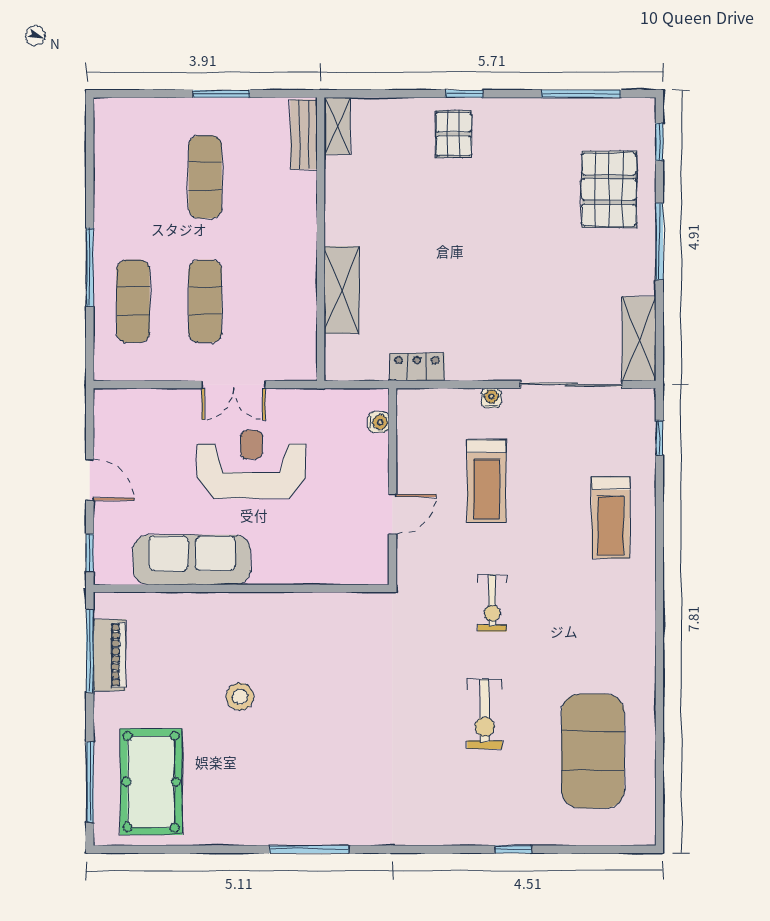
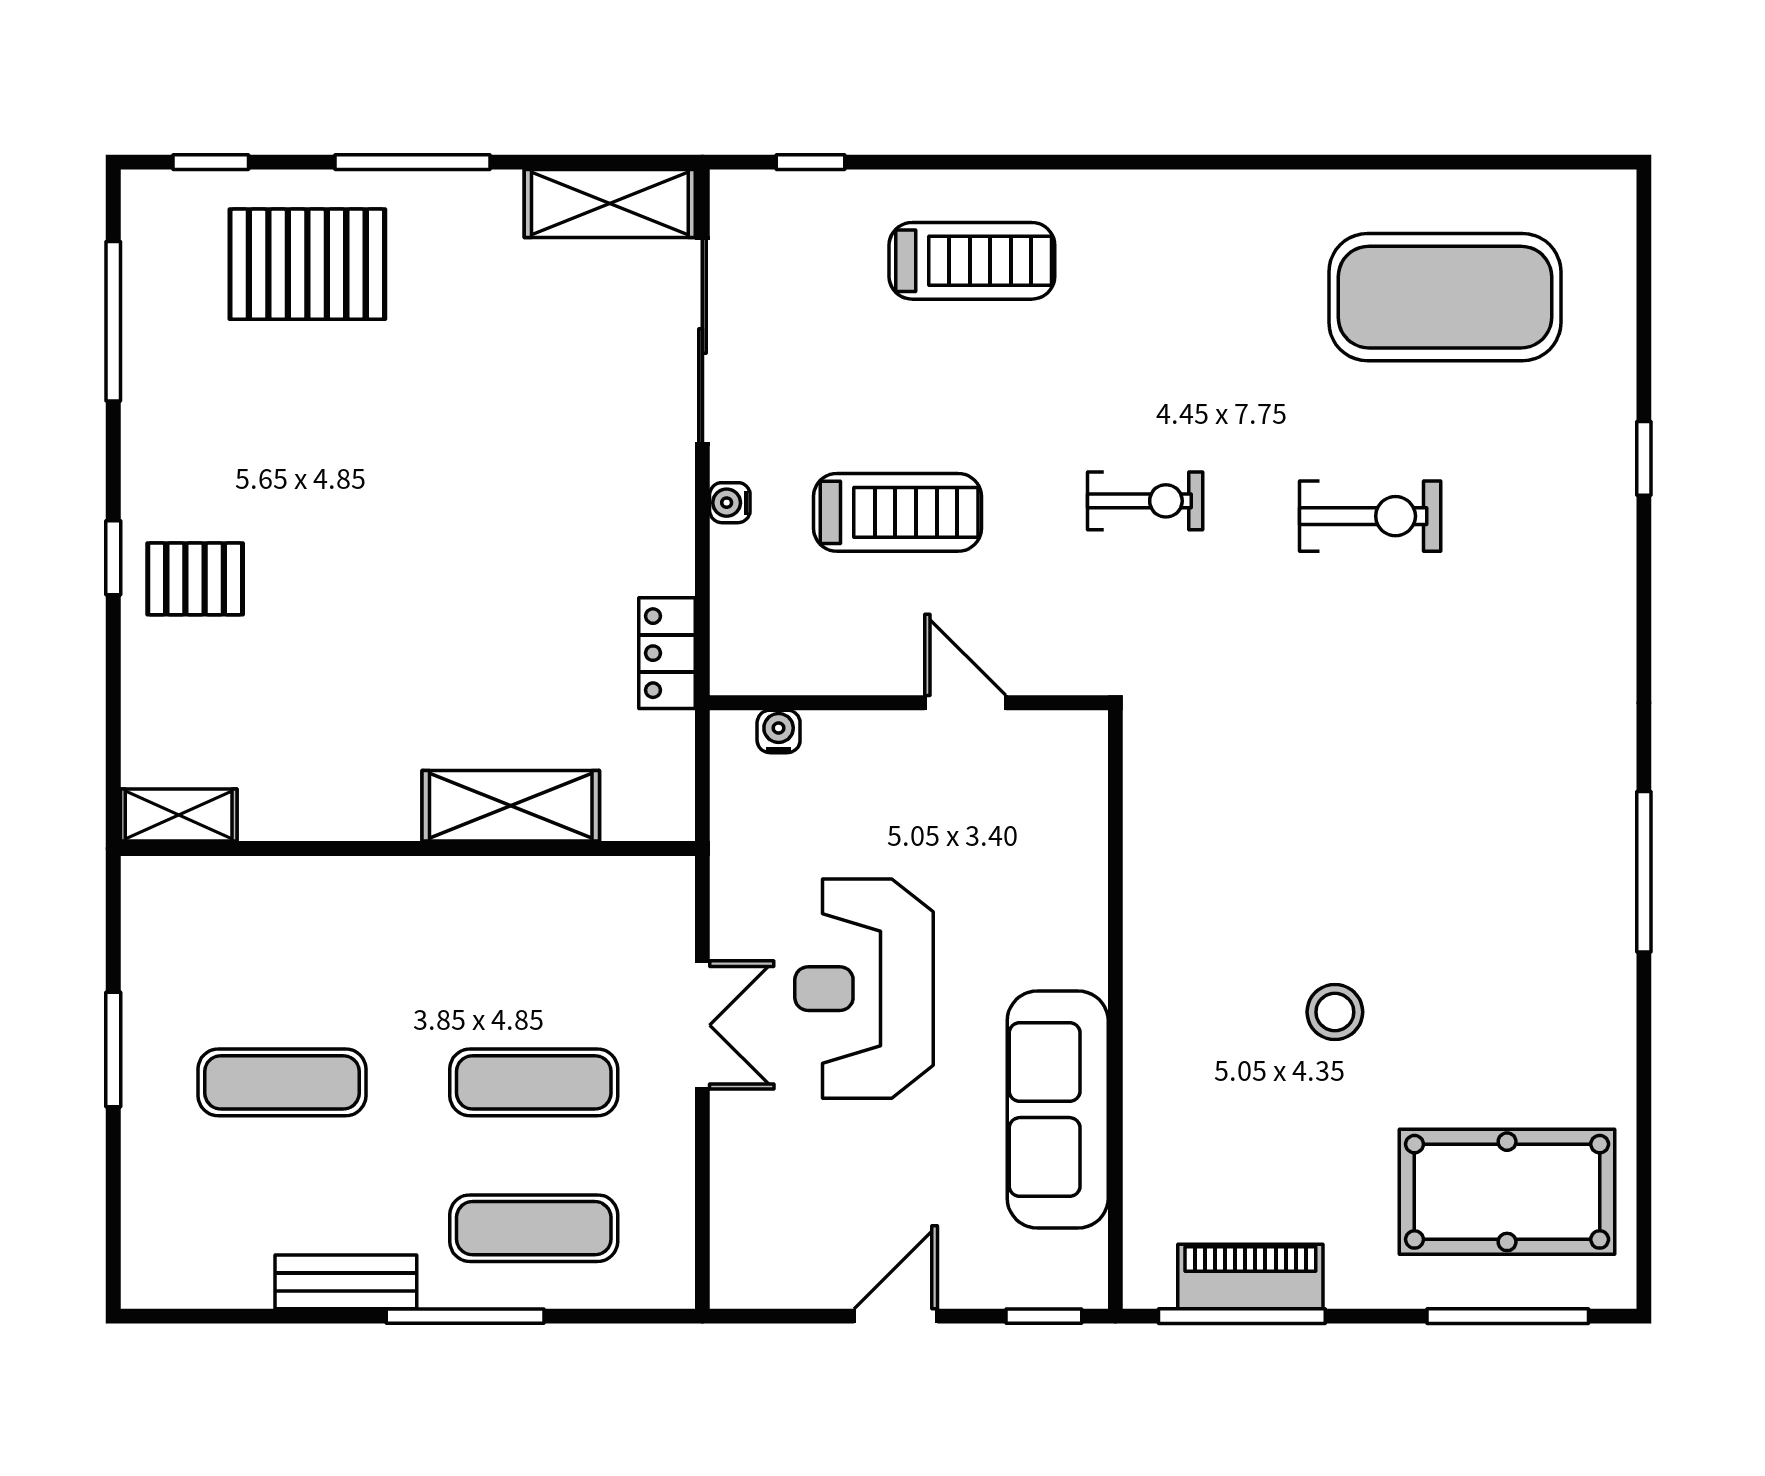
bench: (304, 134) -> (346, 1282), moved

